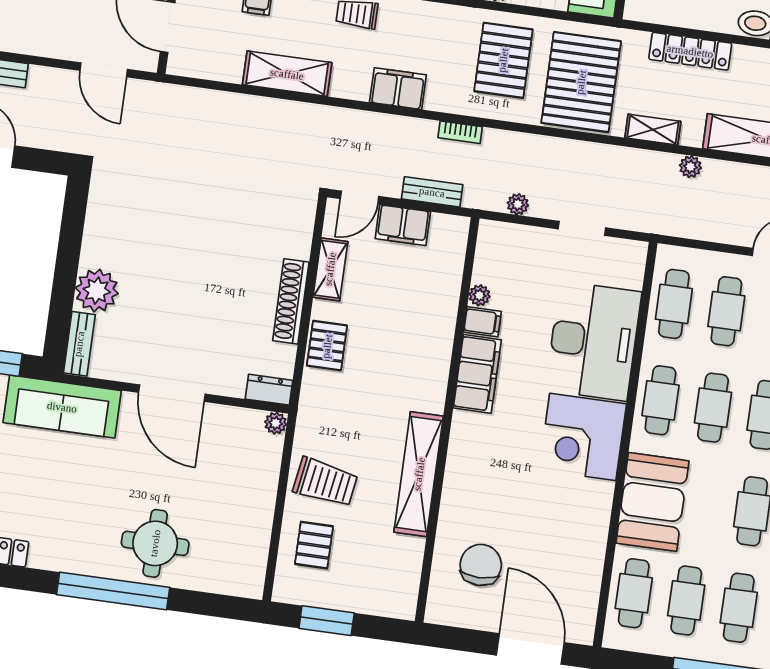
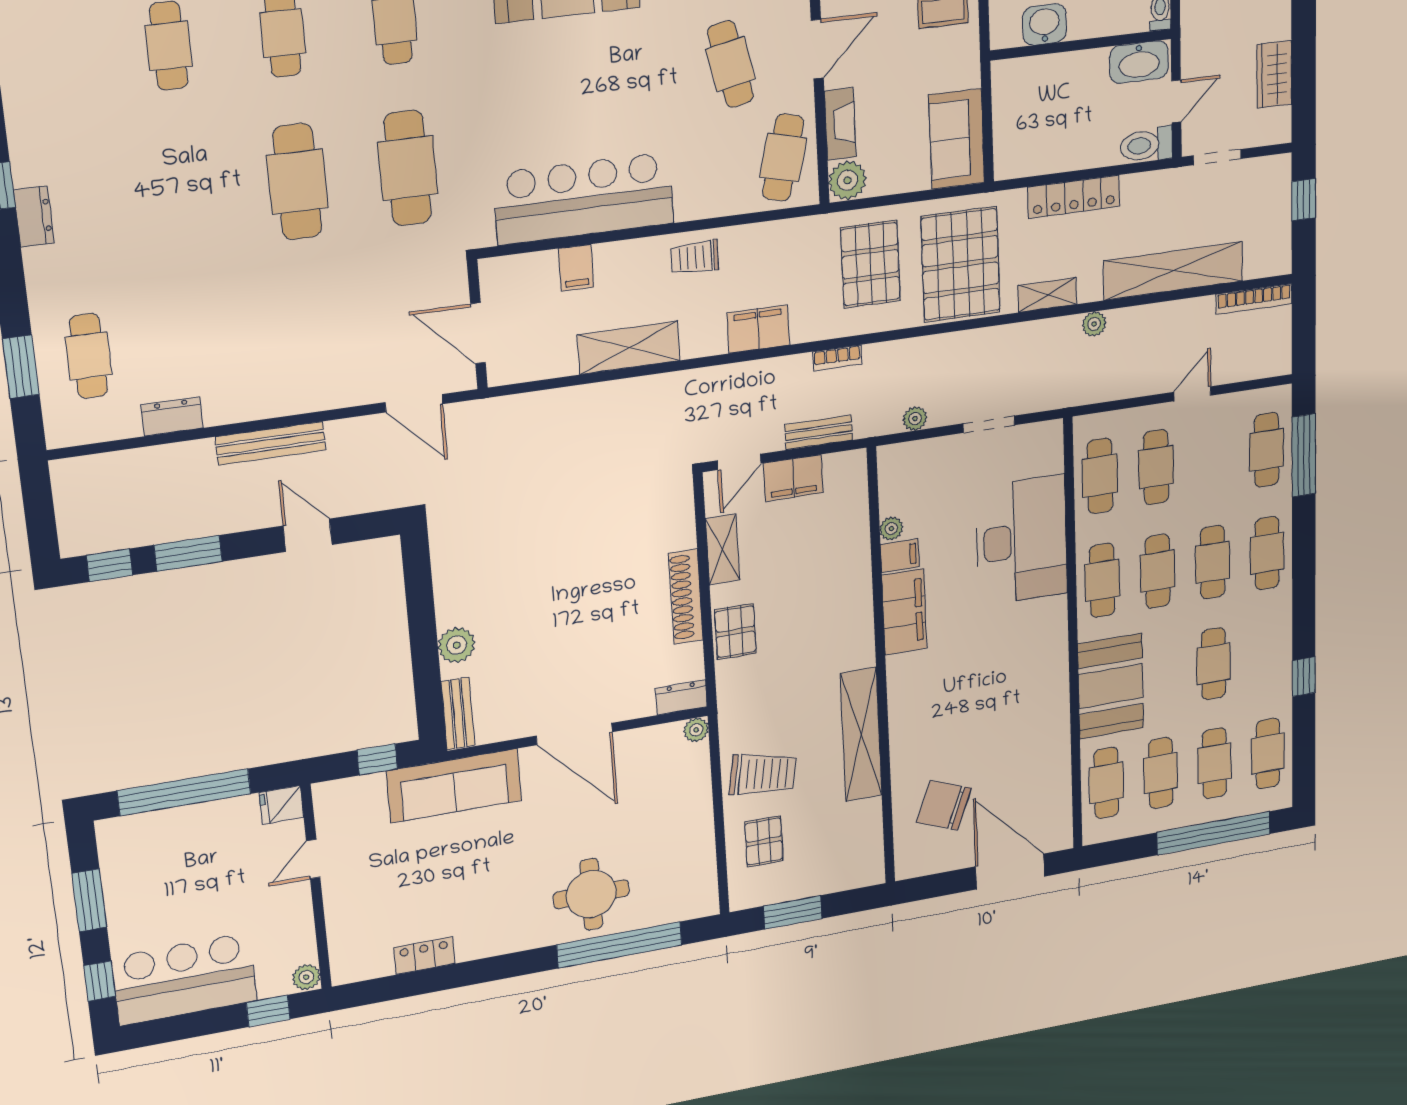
plant: (97, 291) -> (457, 645), width x0.73, depth x0.73
corner desk: (583, 437) -> (1027, 643), removed
chair: (481, 565) -> (944, 805), turned -69
window: (113, 591) -> (619, 945), moved

